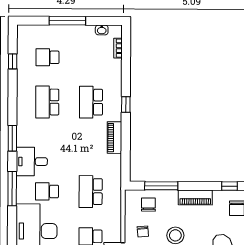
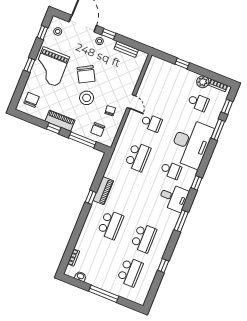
school desk: (47, 57) -> (130, 272), width x1.85
window: (13, 61) -> (163, 266), moved
window: (126, 104) -> (91, 197), moved
window: (229, 186) -> (54, 128), moved
window: (12, 189) -> (196, 183), width x0.46

